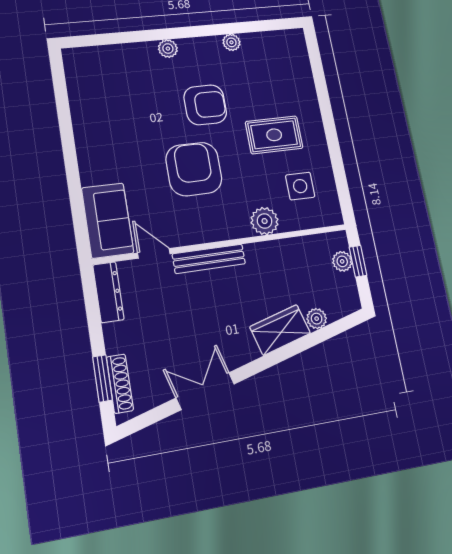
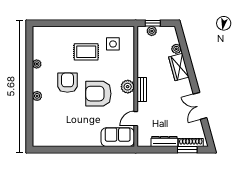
rug: (274, 135) -> (86, 52), turned 90
plant: (265, 221) -> (128, 87), moved
bench: (209, 259) -> (142, 89), width x0.73
dresser: (108, 292) -> (164, 142), moved

